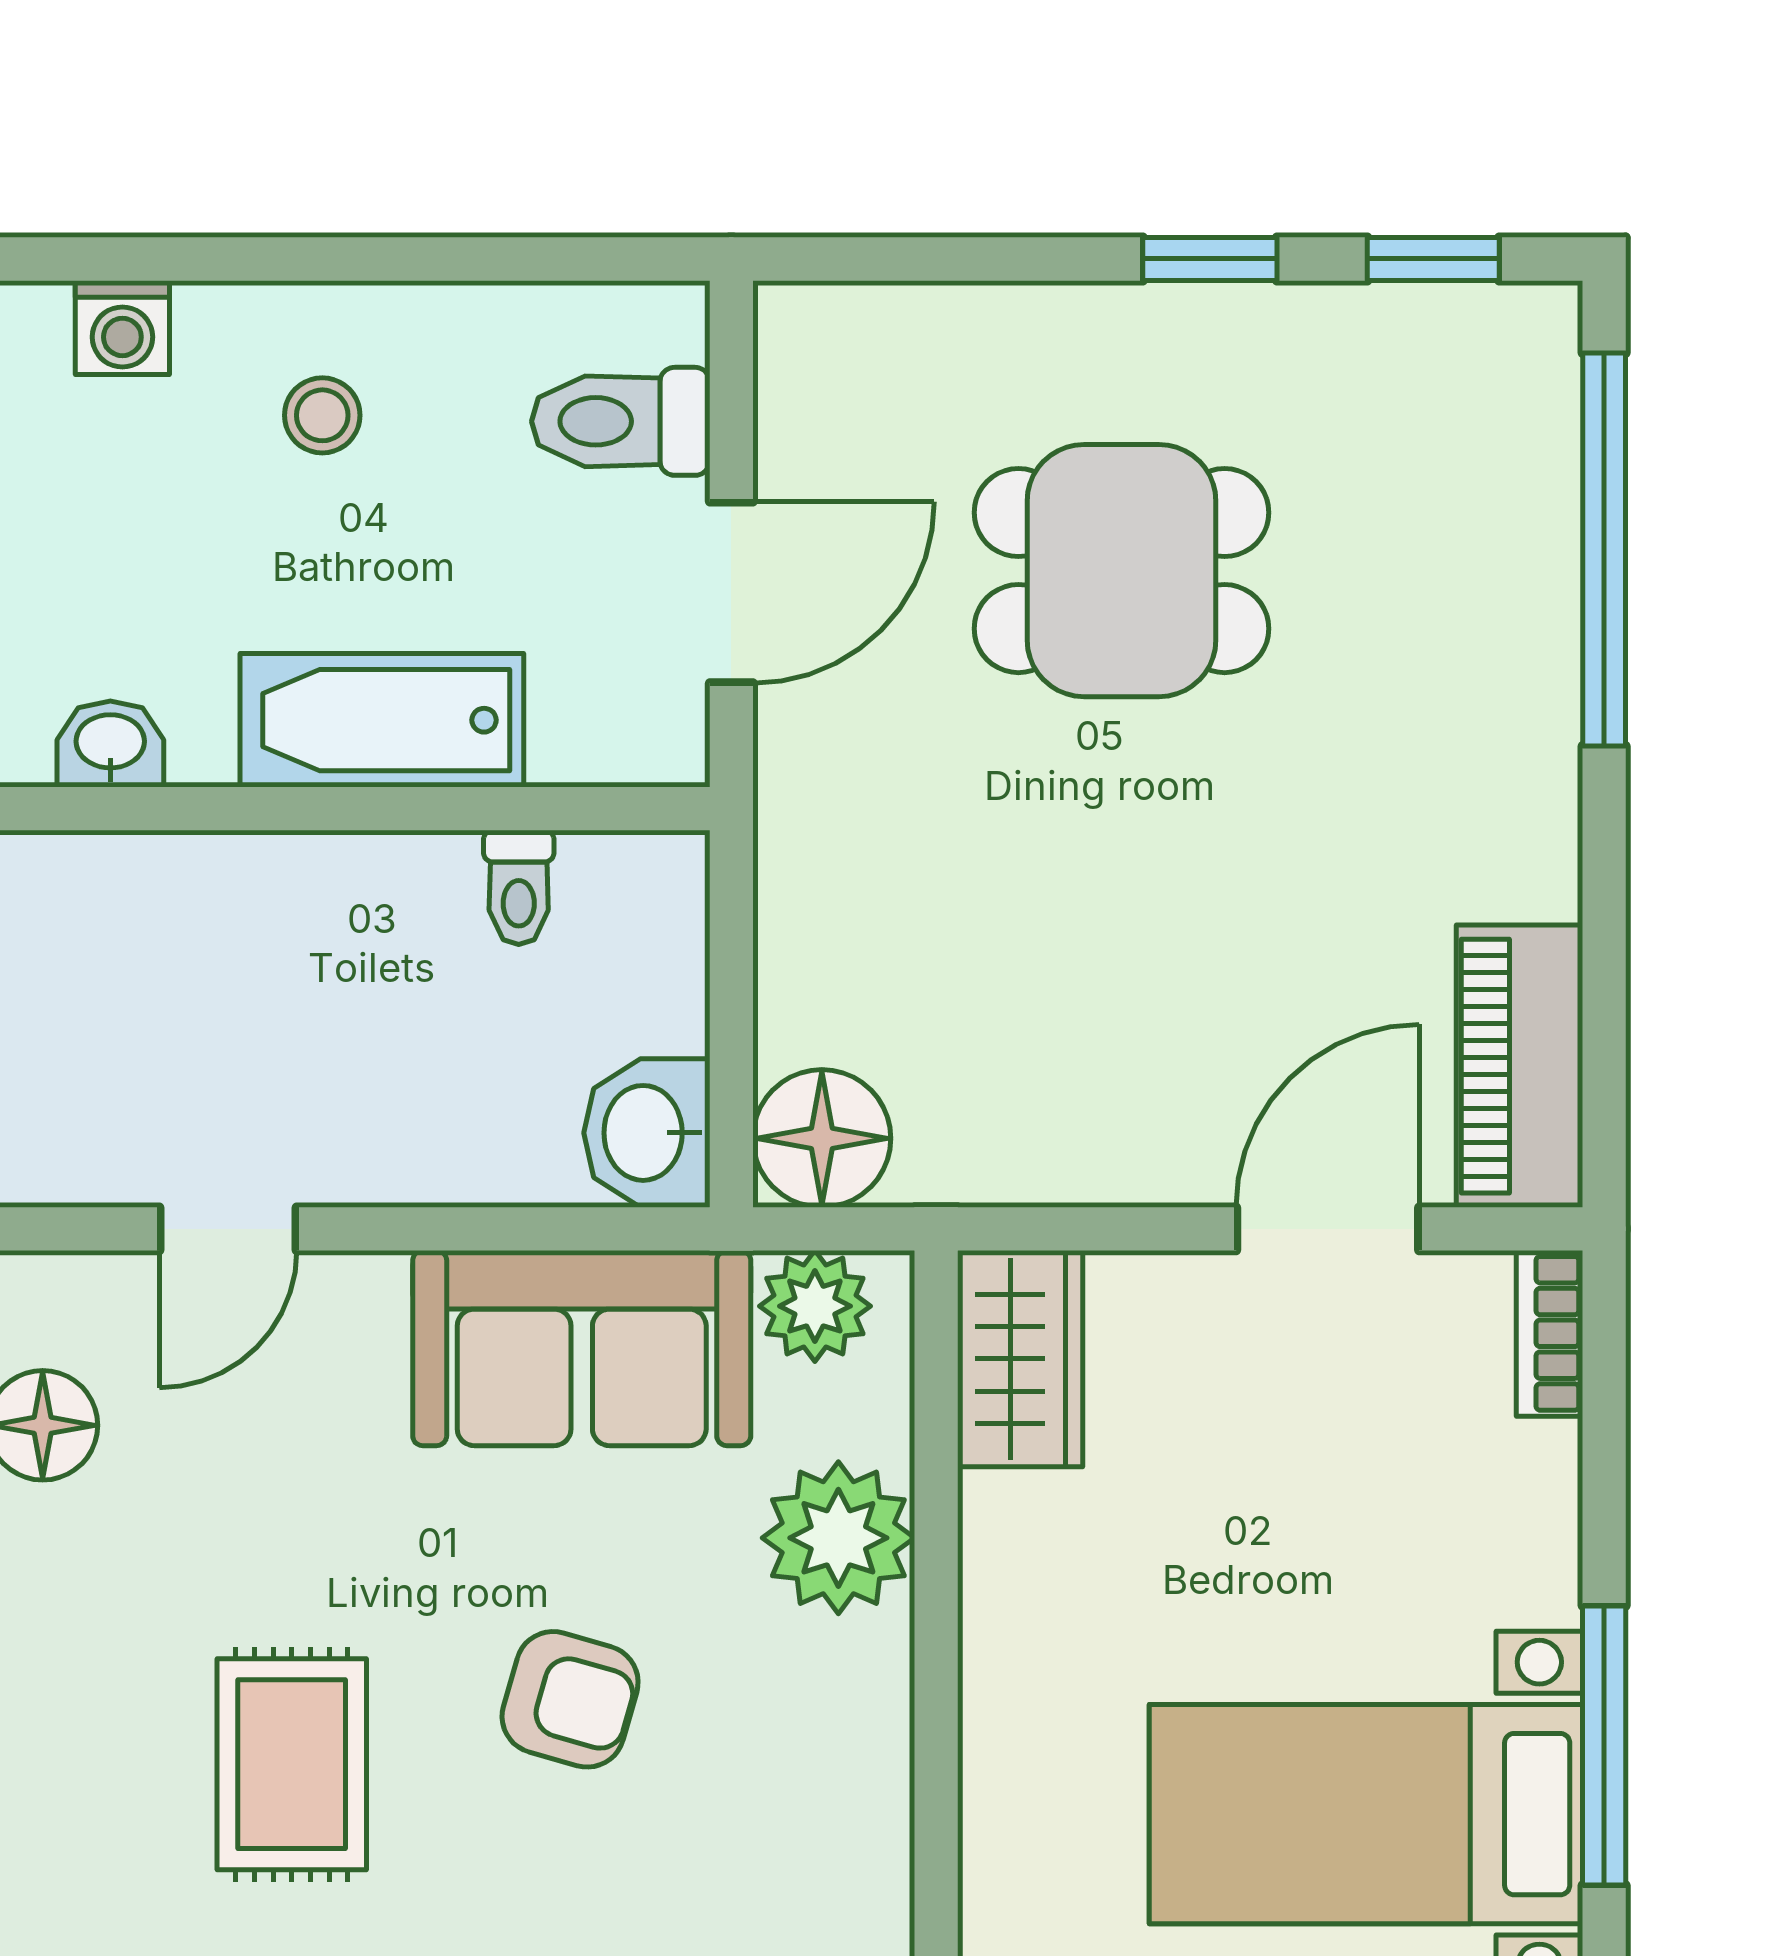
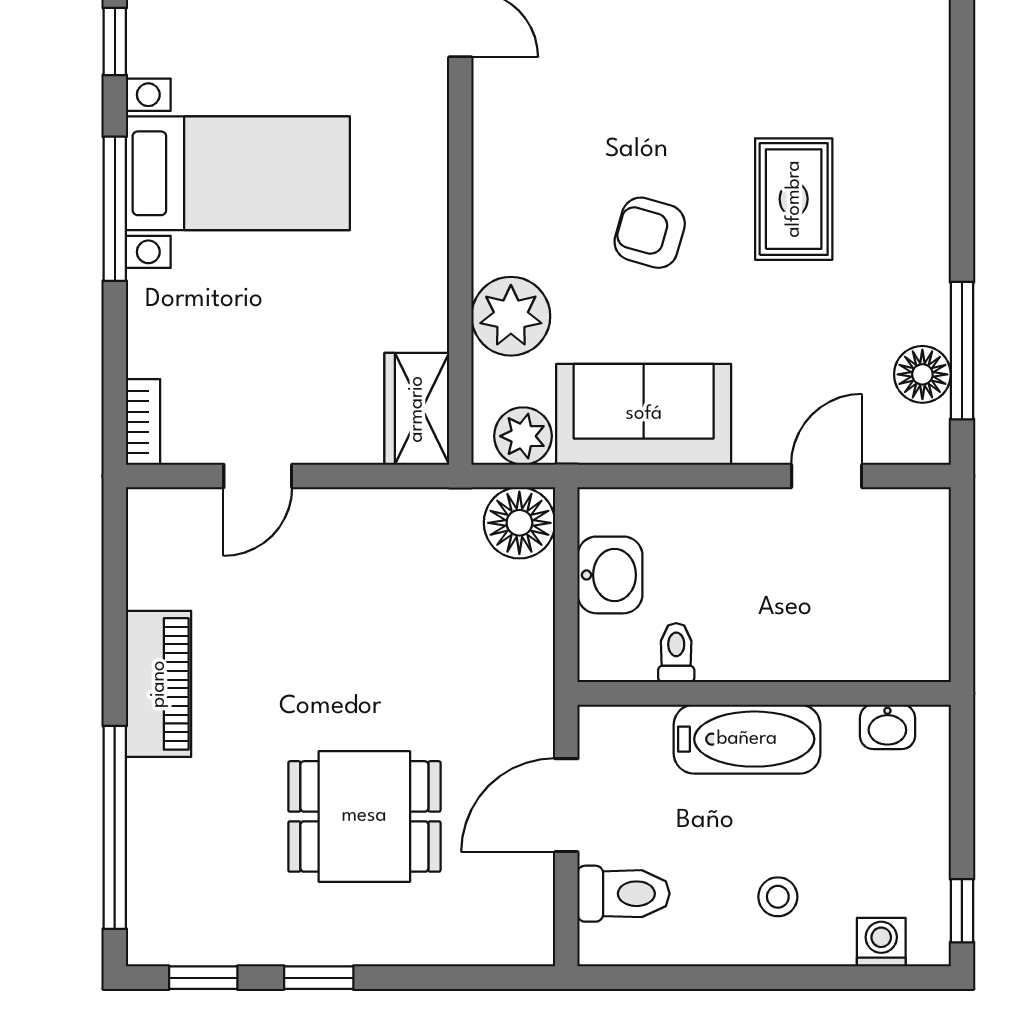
piano: (1520, 1066) -> (159, 684), moved
washbasin: (647, 1133) -> (610, 575), moved
door: (1328, 1229) -> (258, 476), width x0.73

